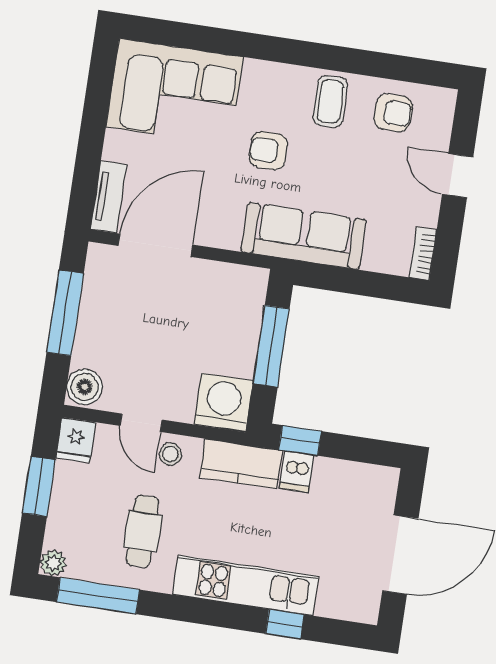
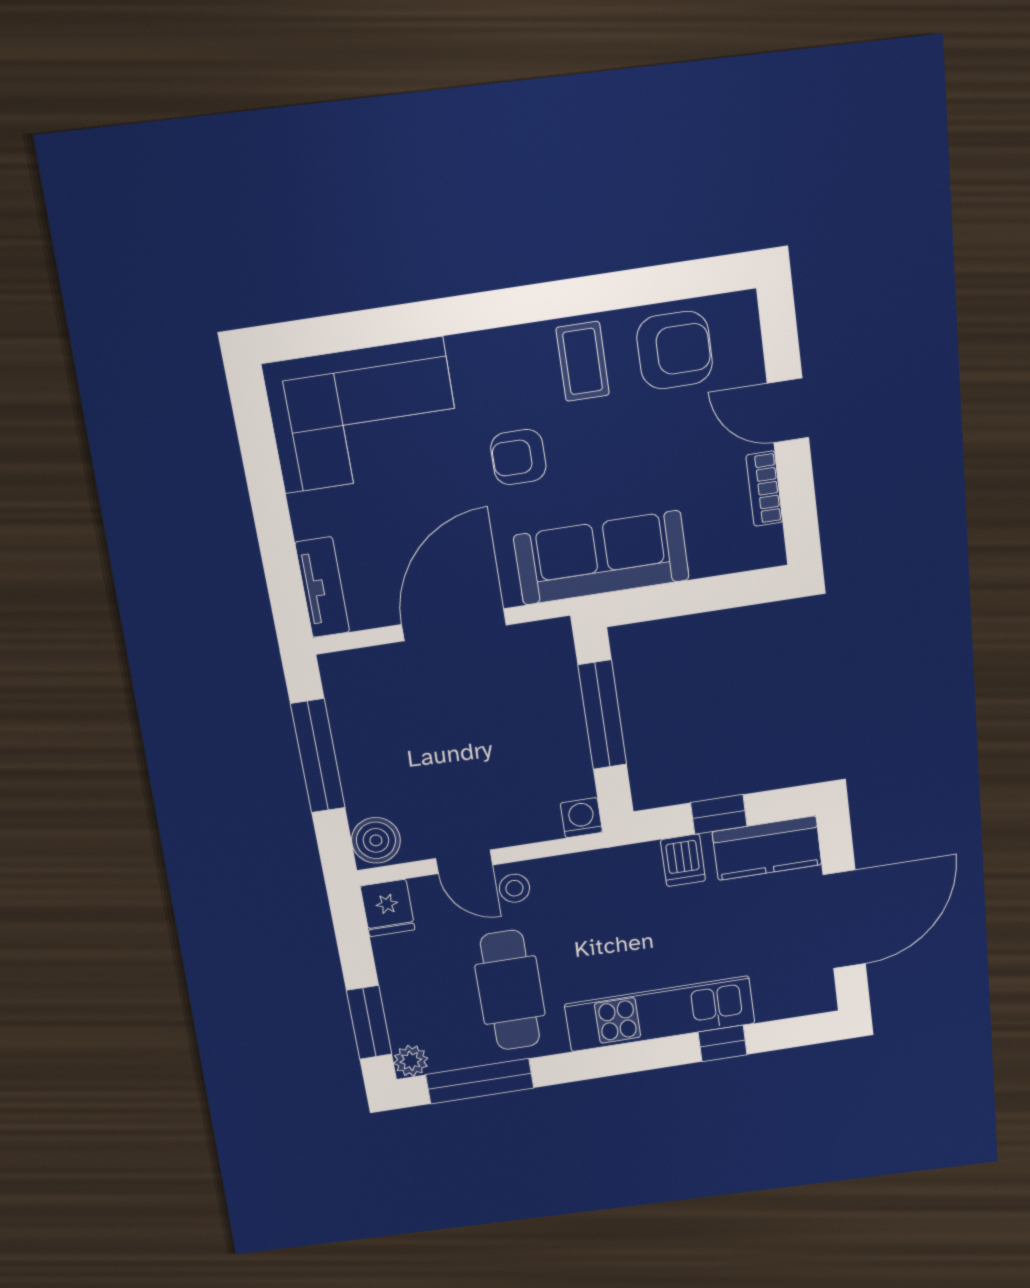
armchair: (393, 113) -> (675, 350), width x1.38, depth x1.38
door: (155, 245) -> (454, 625), moved
bookcase: (423, 254) -> (764, 489), moved
washing machine: (224, 403) -> (581, 818), width x0.53, depth x0.53
window: (300, 440) -> (719, 814), moved
kitchen counter: (241, 464) -> (767, 848), moved
window: (39, 486) -> (369, 1022), moved
cafe table: (143, 531) -> (510, 990), width x1.37, depth x1.35

